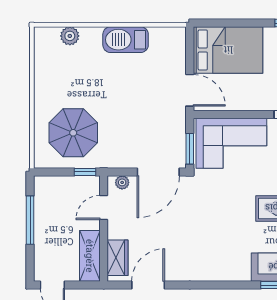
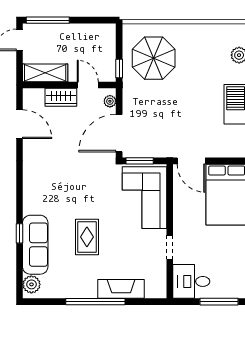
door: (190, 90) -> (191, 161), hinge flipped
door: (158, 172) -> (119, 133), hinge flipped
window: (30, 220) -> (48, 20), moved
wardrobe: (118, 258) -> (61, 97), moved

